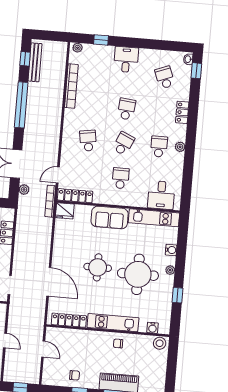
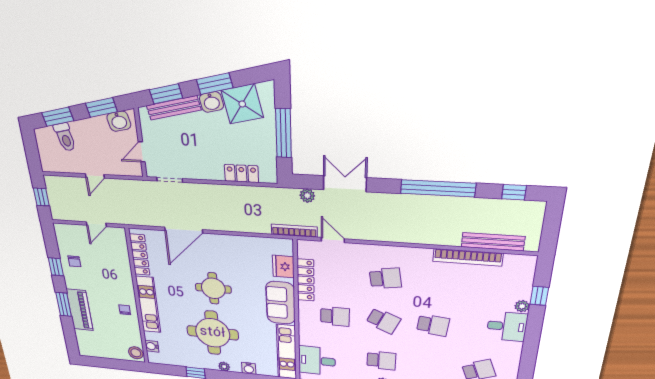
plant: (78, 48) -> (522, 306), moved
bench: (35, 62) -> (493, 242), moved
locker: (75, 196) -> (306, 280), moved
fridge: (65, 211) -> (283, 267), moved

